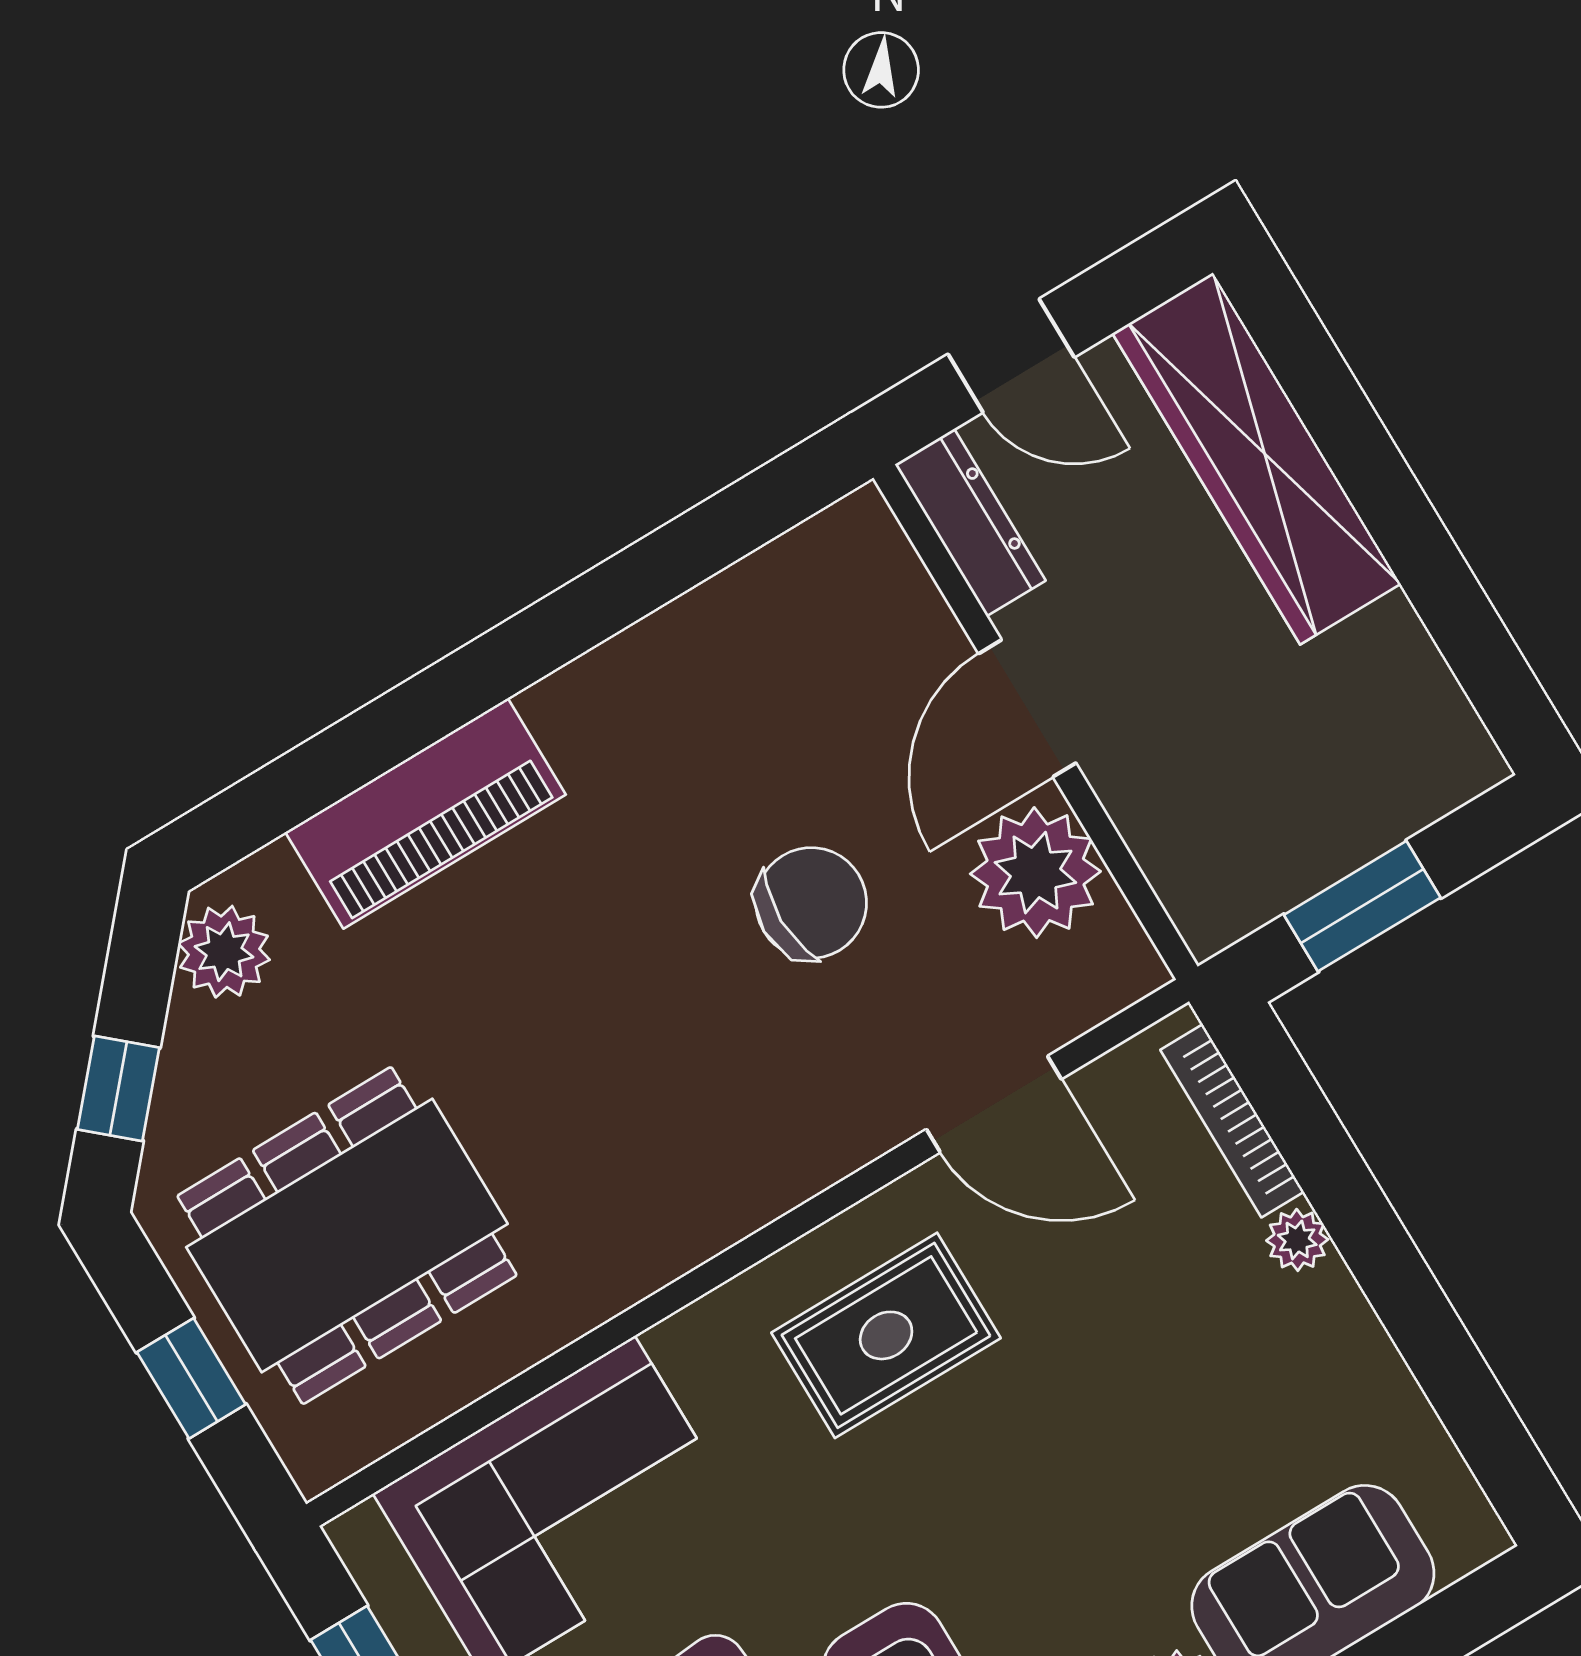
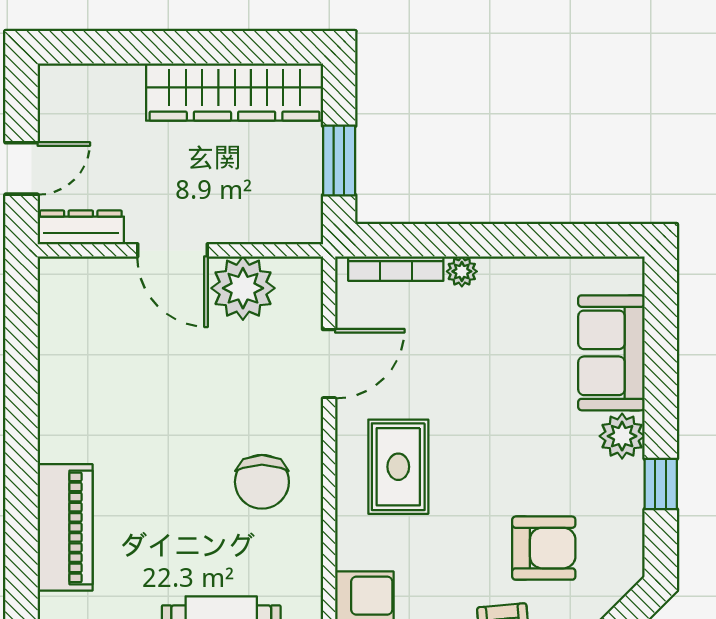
wardrobe: (1257, 459) -> (235, 92), moved
chair: (811, 903) -> (262, 482), moved, turned 180

